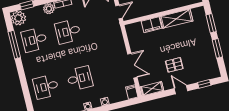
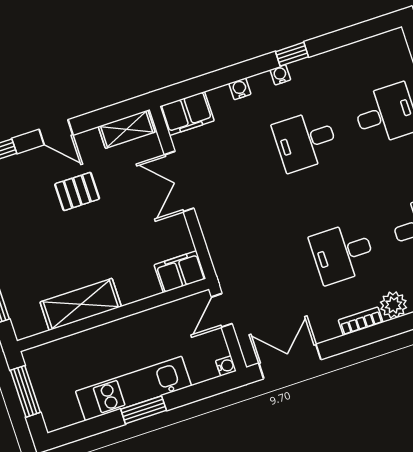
filing cabinet: (152, 25) -> (180, 272), moved
desk: (68, 31) -> (343, 253), turned 180
filing cabinet: (132, 92) -> (187, 114), width x2.00

